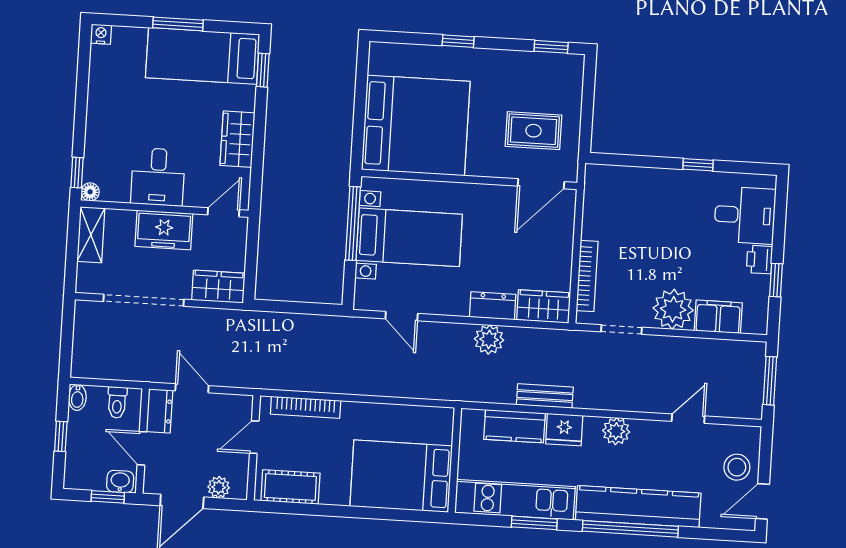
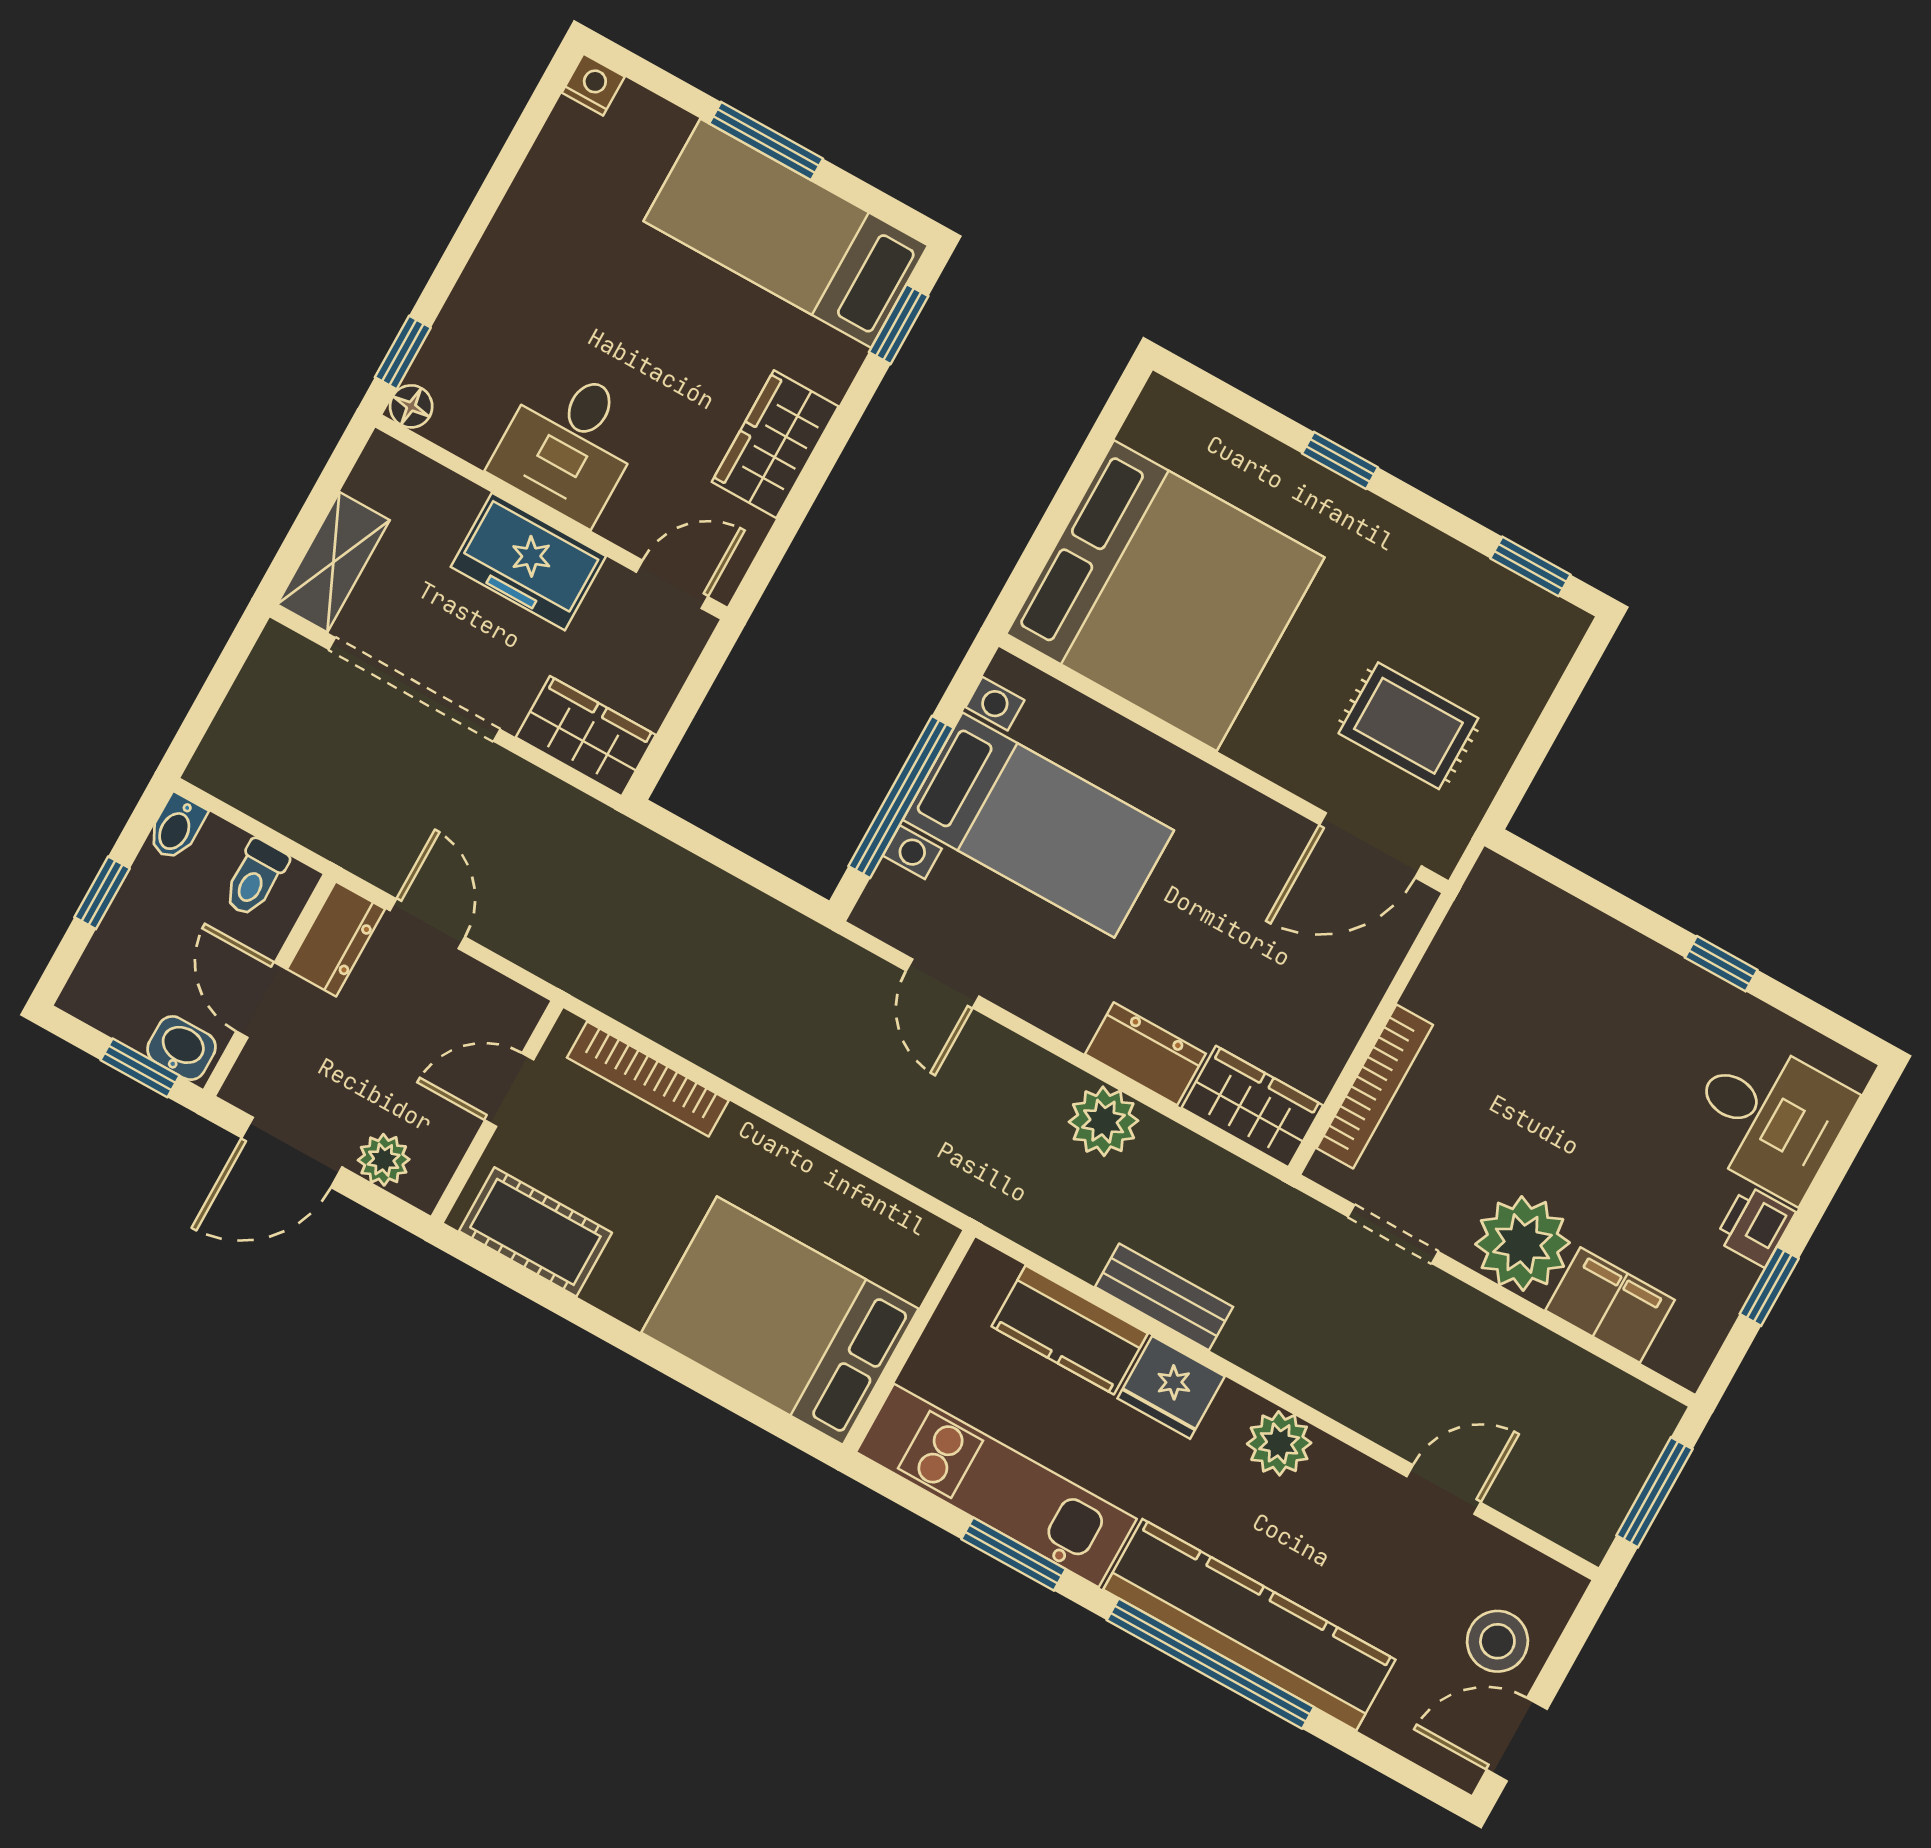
window: (353, 223) -> (901, 797), moved
shelving: (91, 235) -> (333, 562), moved

